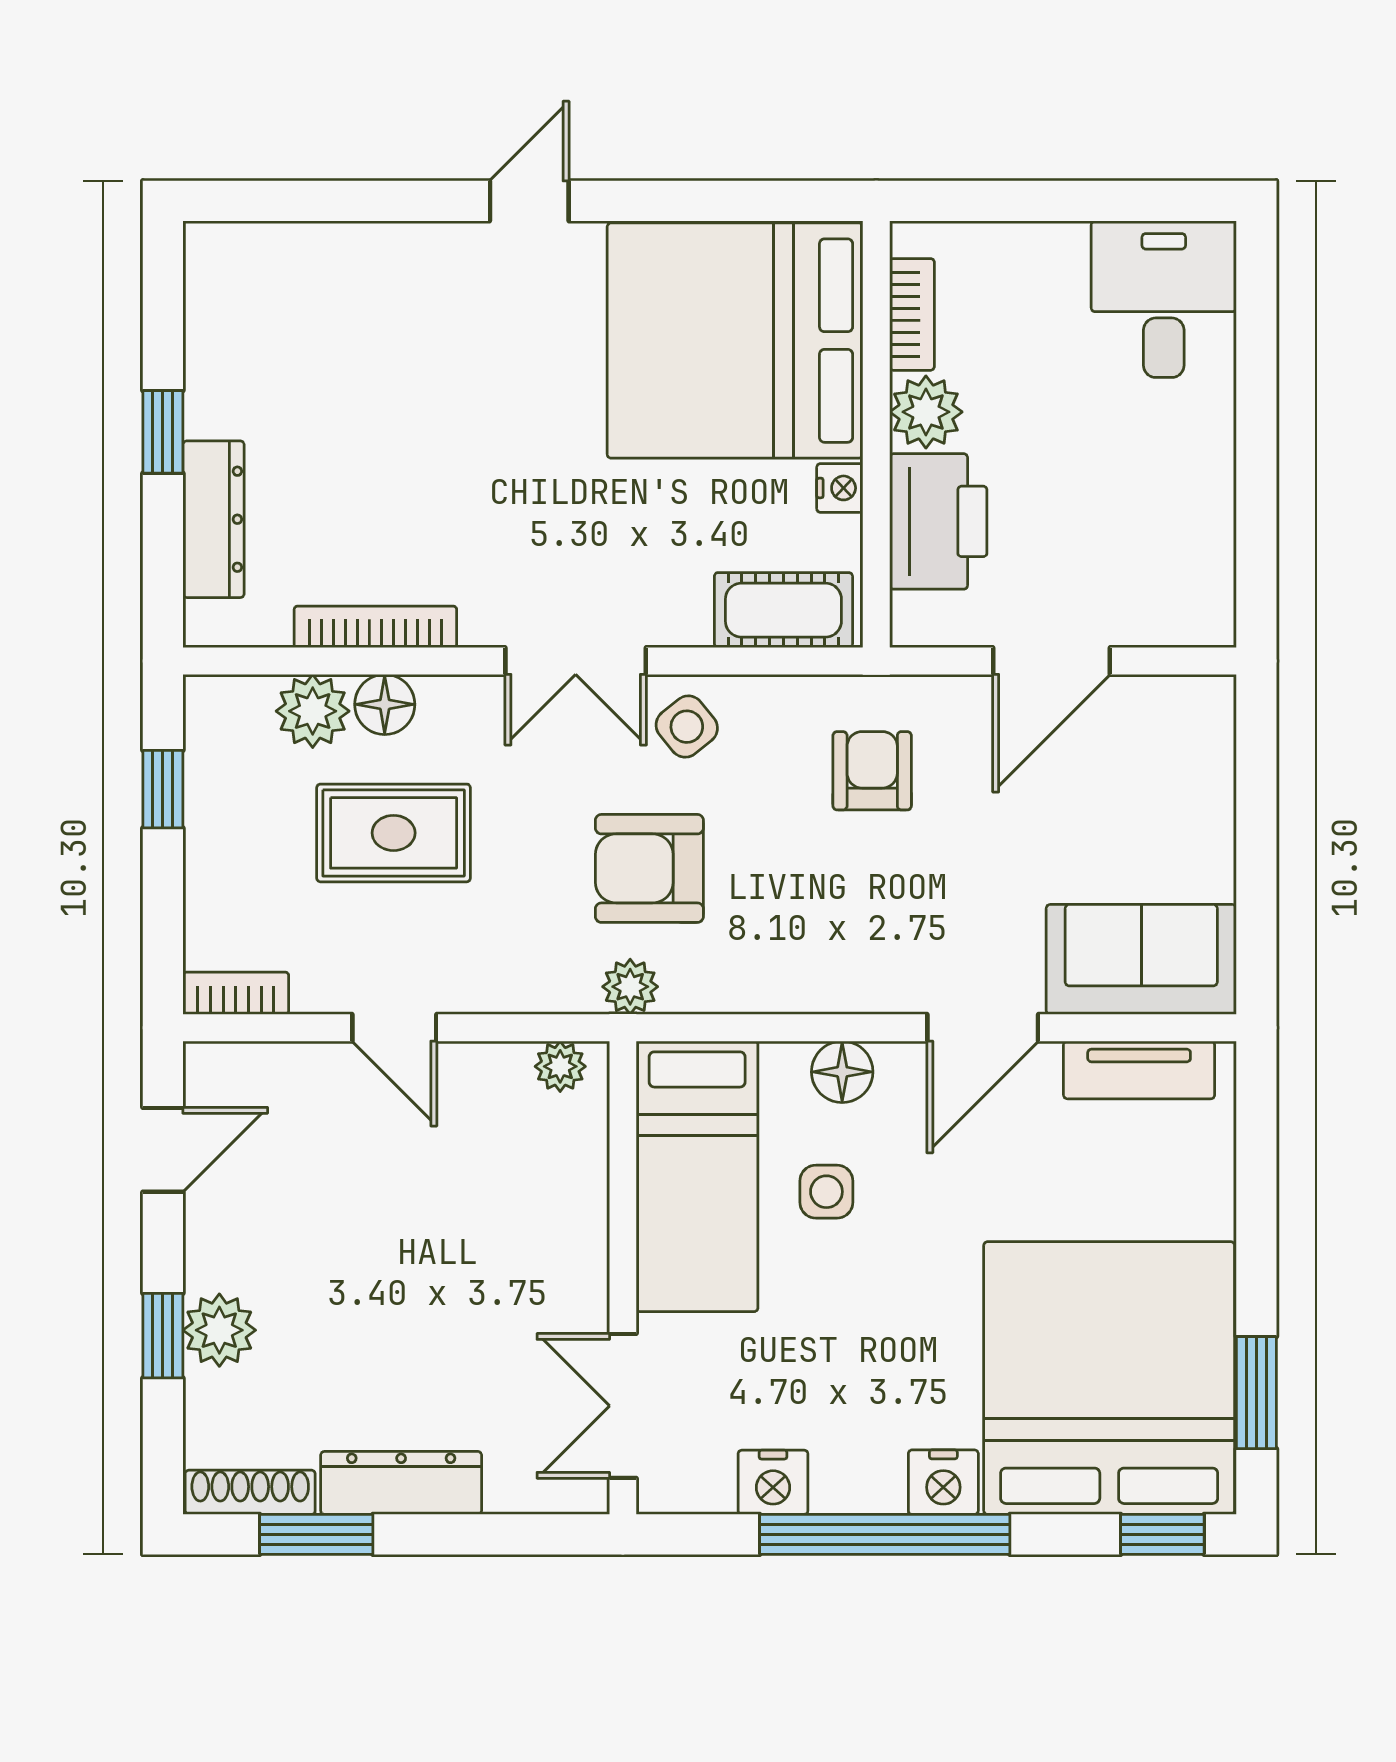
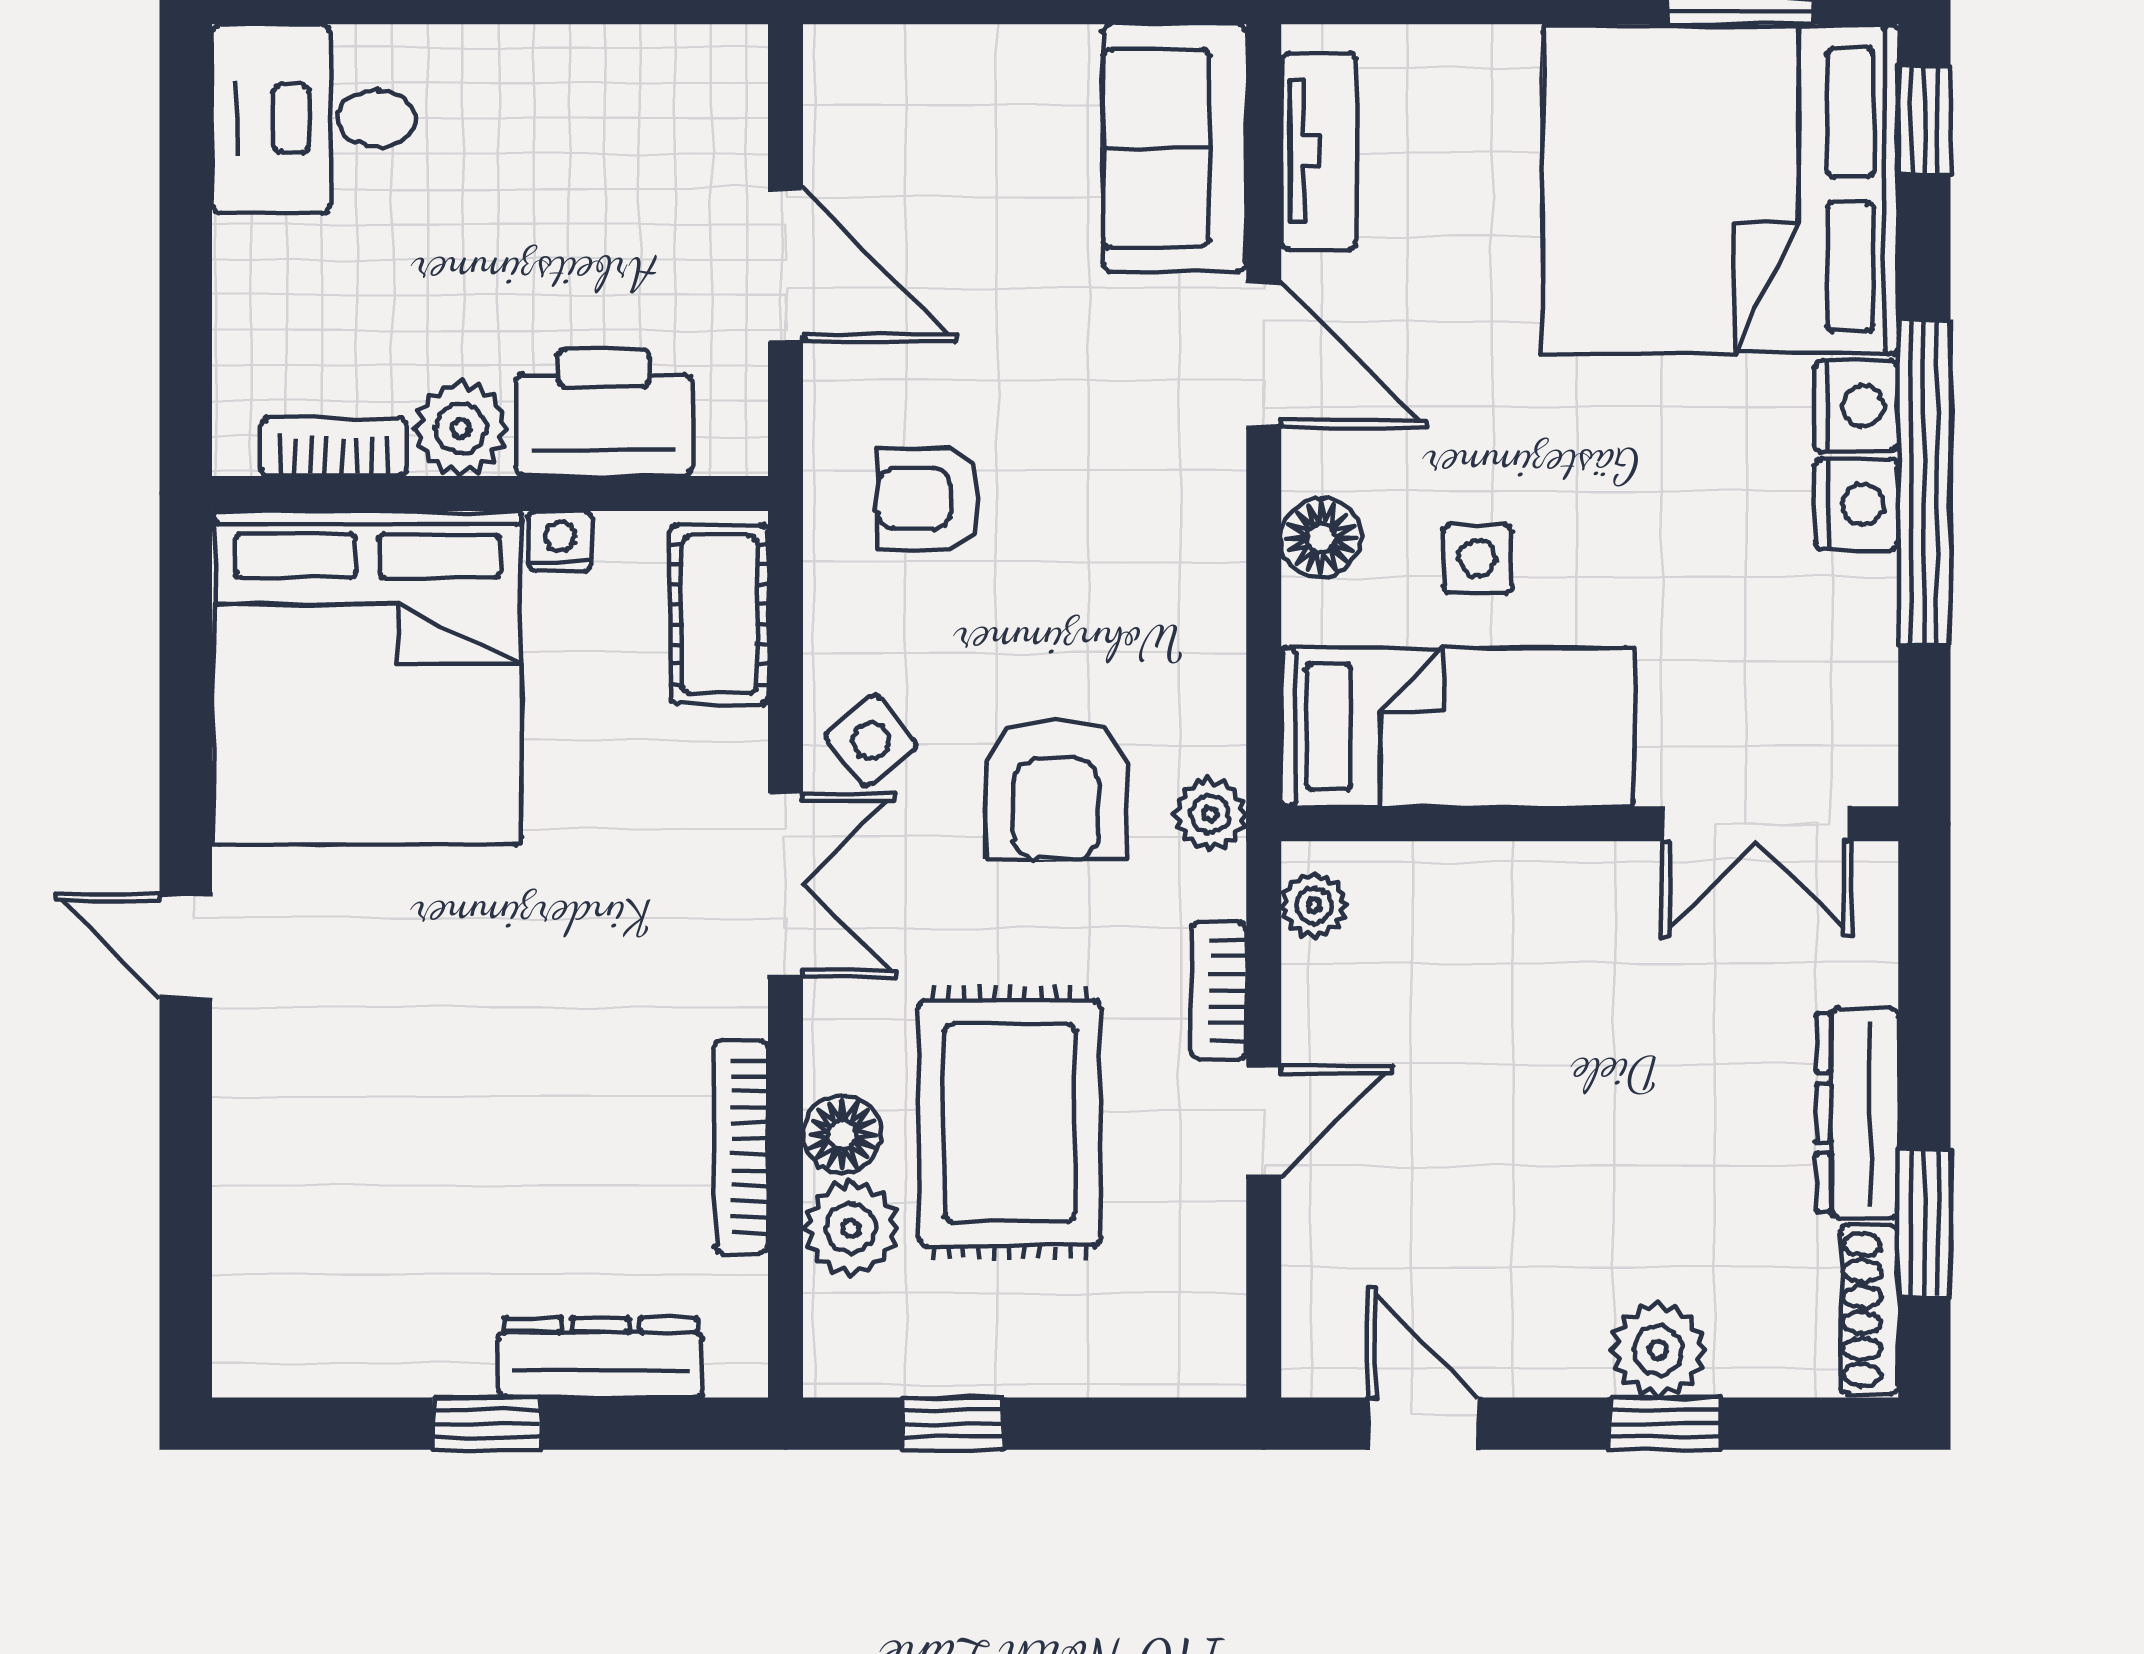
rug: (394, 833) -> (1010, 1123), width x1.36, depth x1.43
bookcase: (236, 993) -> (1219, 991), moved
nightstand: (773, 1482) -> (1856, 504), moved

